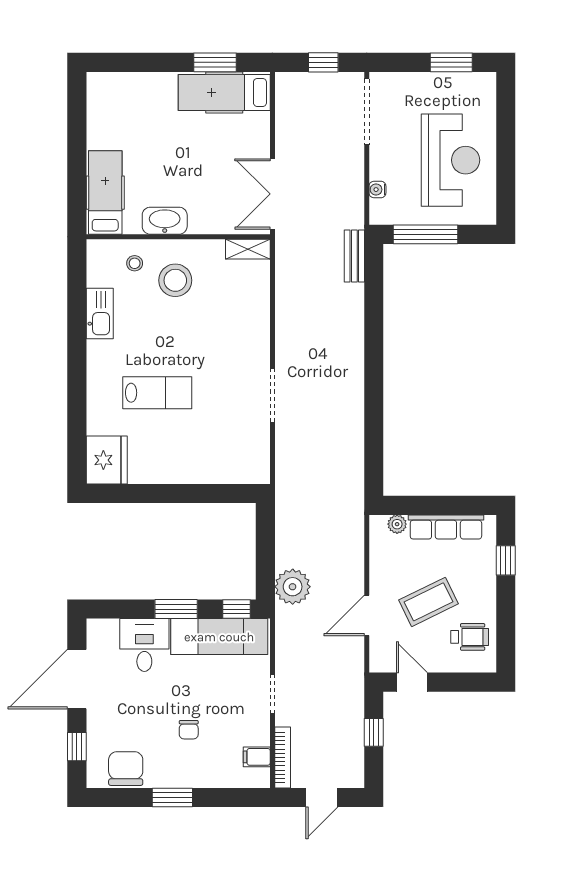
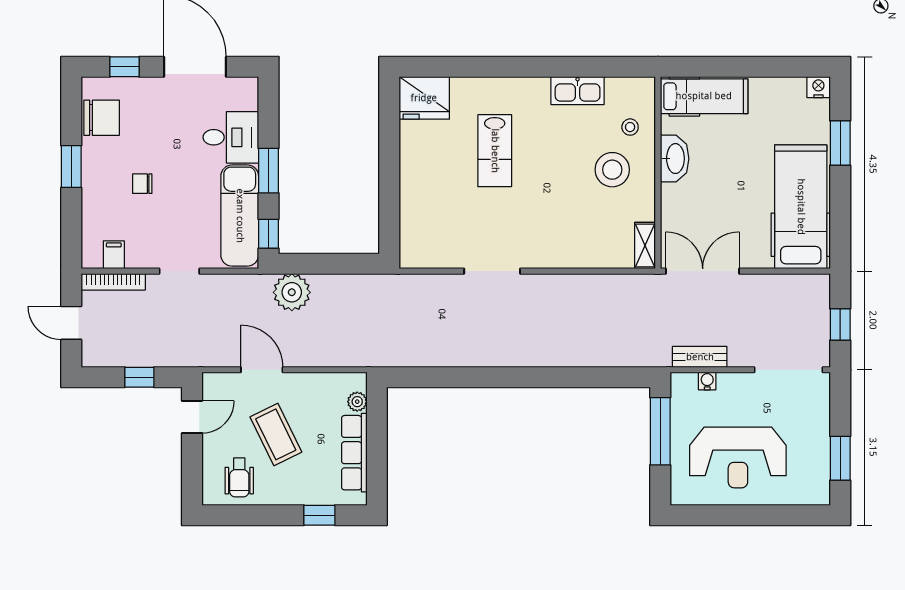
window: (215, 62) -> (840, 143), moved
nightstand: (96, 83) -> (818, 87), added
hospital bed: (224, 92) -> (801, 207), width x1.37, depth x1.29
bench: (354, 256) -> (700, 357), moved

